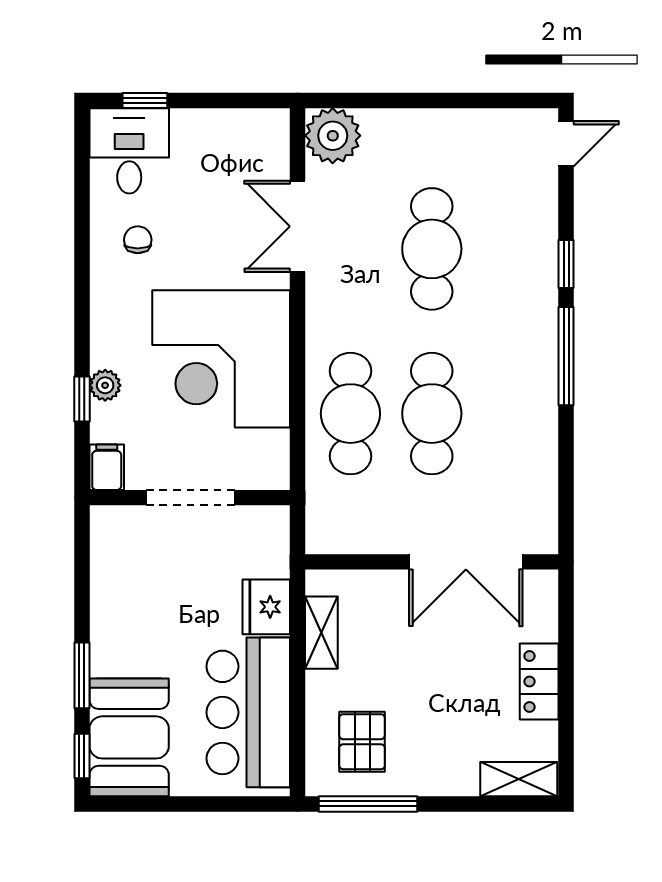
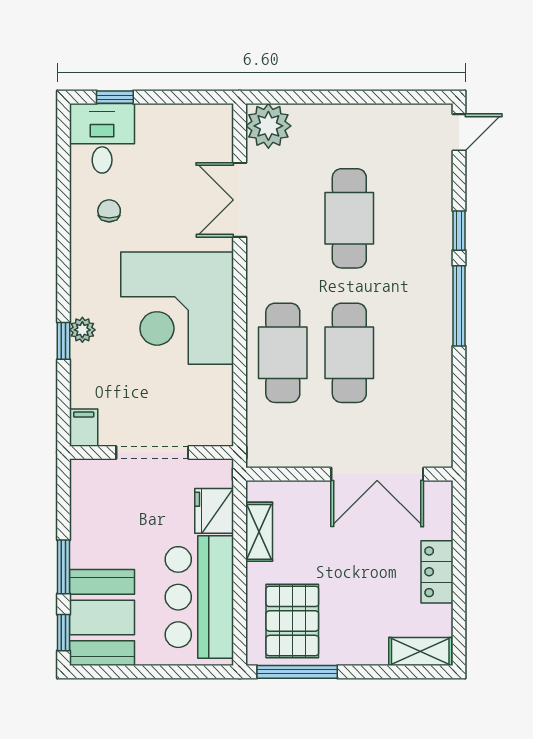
filing cabinet: (107, 467) -> (84, 428), moved
wall: (190, 498) -> (152, 452), moved
doorway: (191, 498) -> (152, 452), moved
pallet: (362, 742) -> (292, 621), width x1.50, depth x1.42

